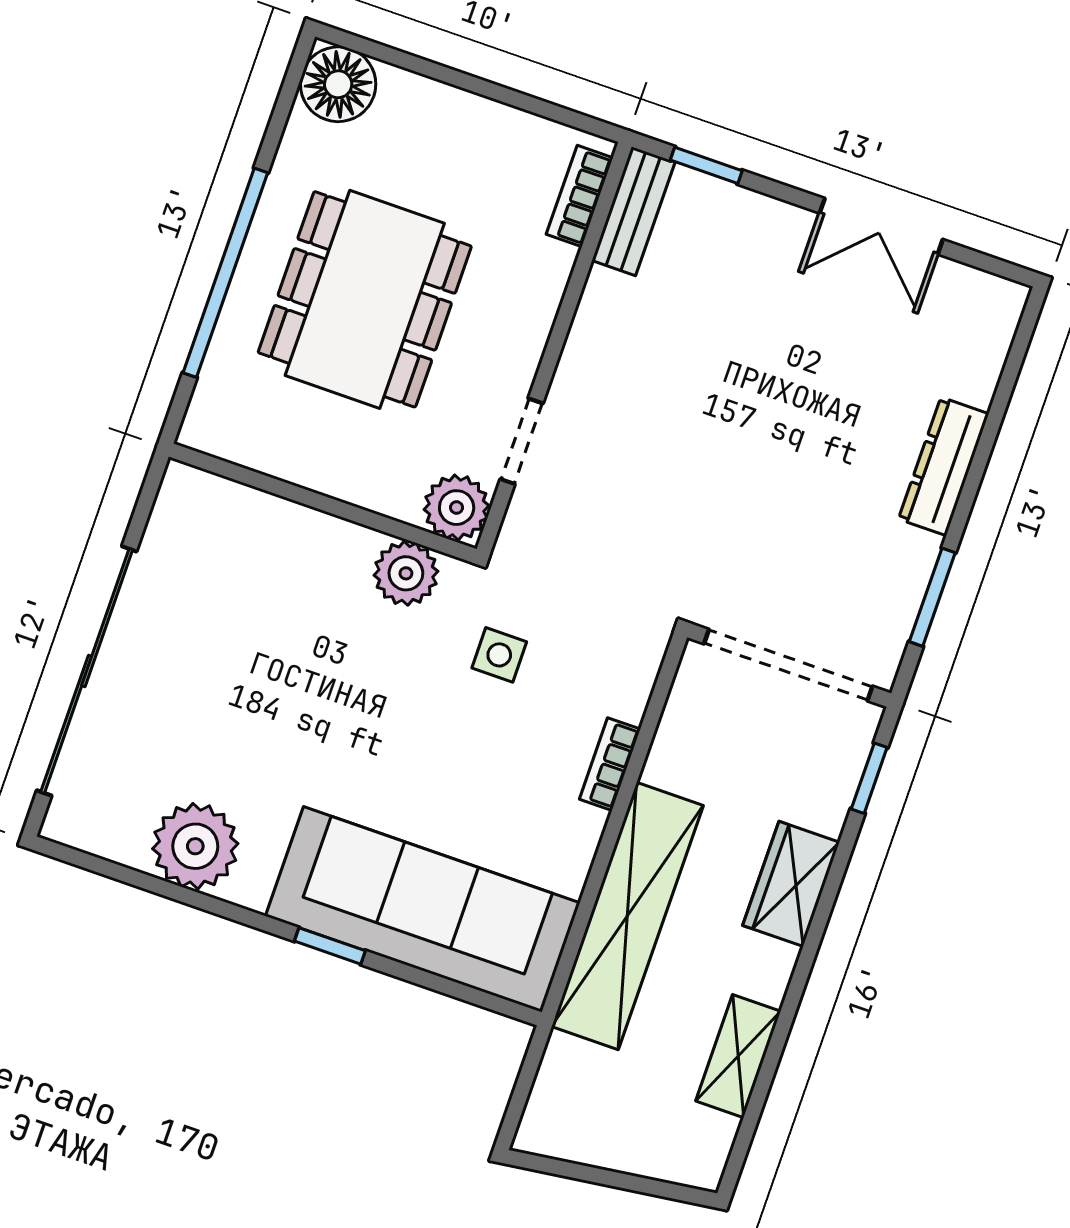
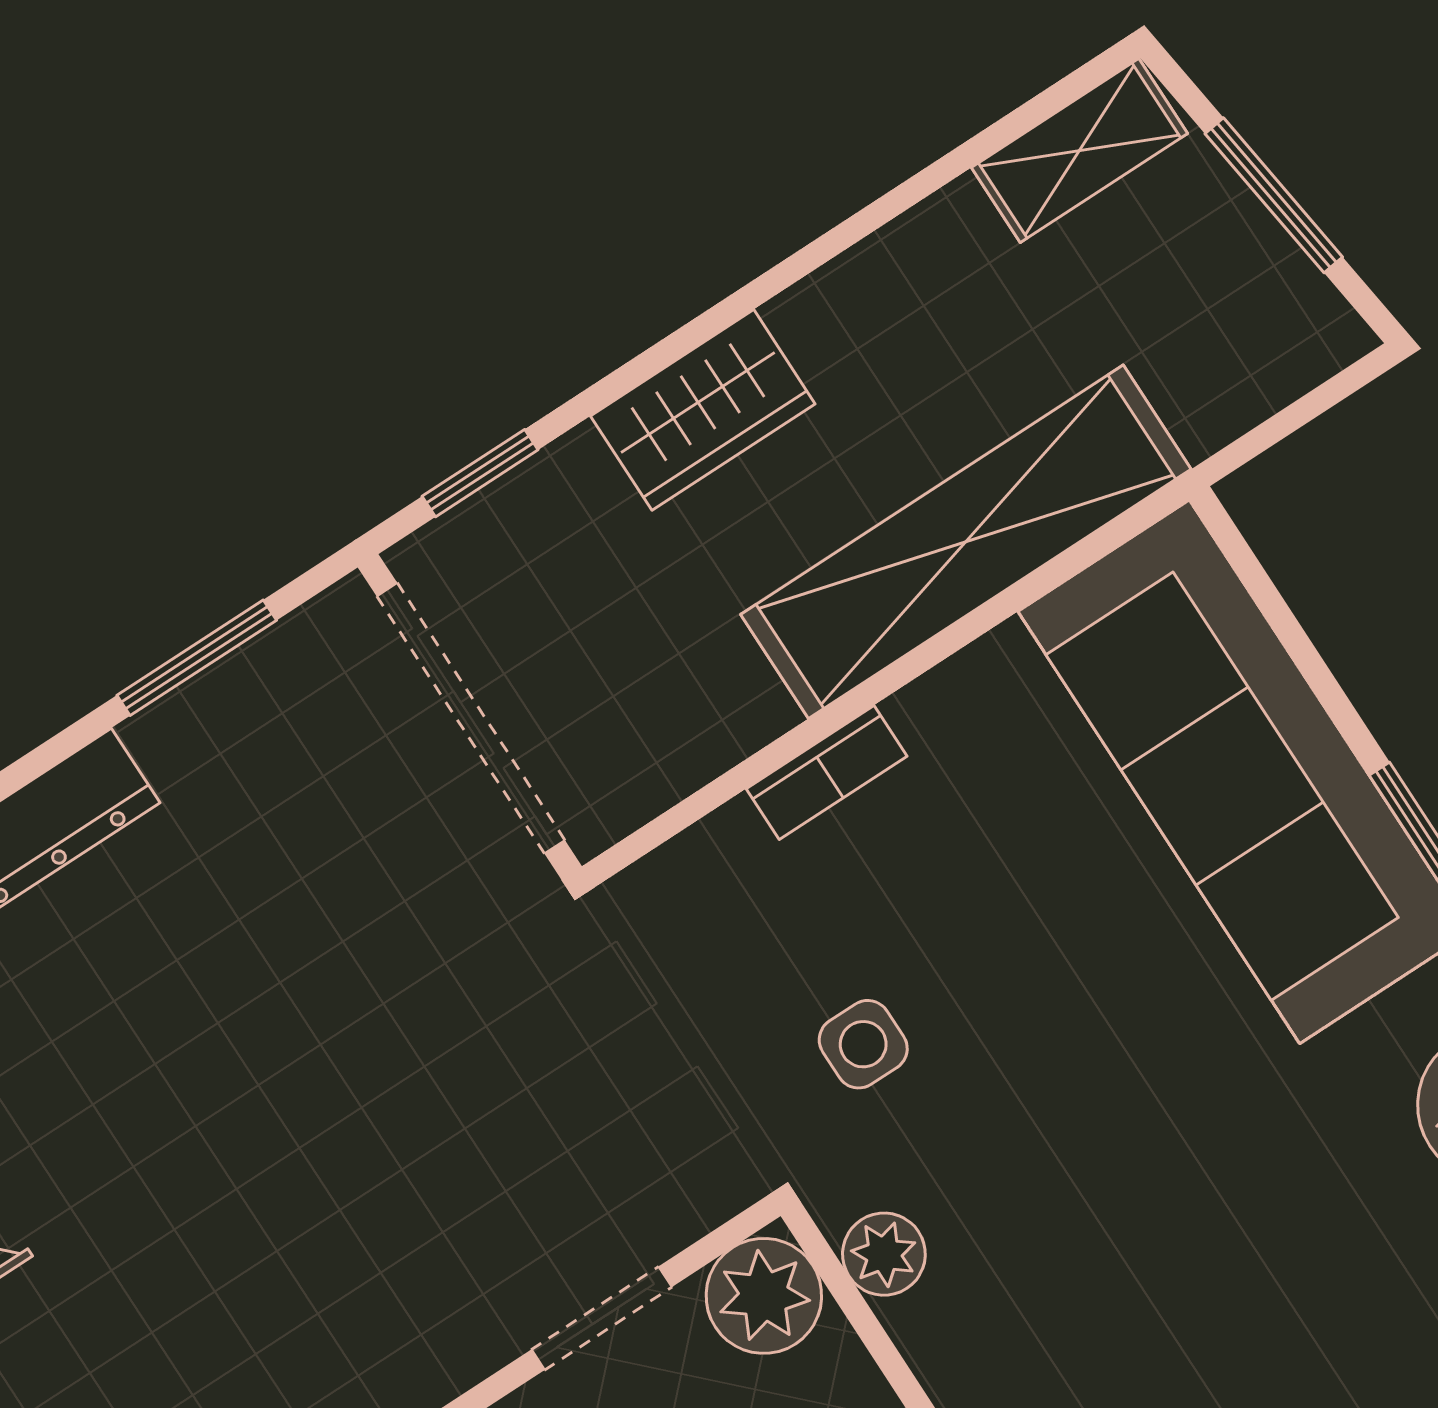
plant: (406, 573) -> (884, 1254), width x0.73, depth x0.73
shelving: (738, 1056) -> (1079, 150), moved
window: (609, 1178) -> (1274, 195), added

